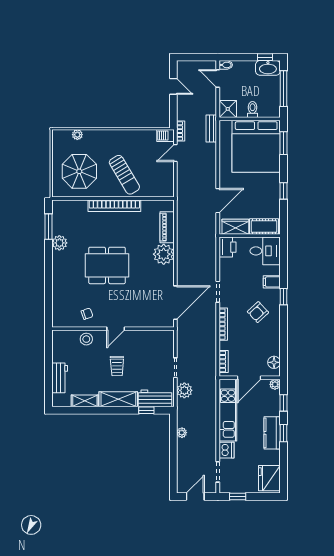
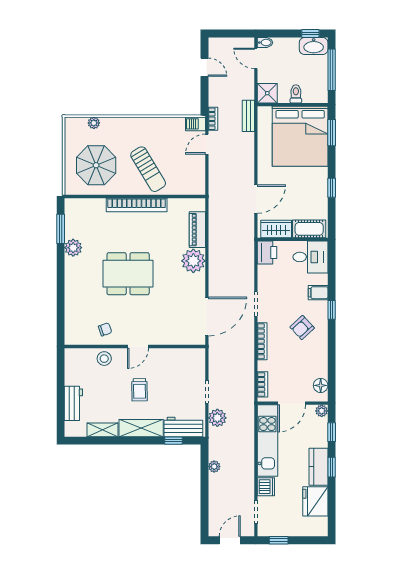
fridge: (269, 478) -> (315, 501), moved

